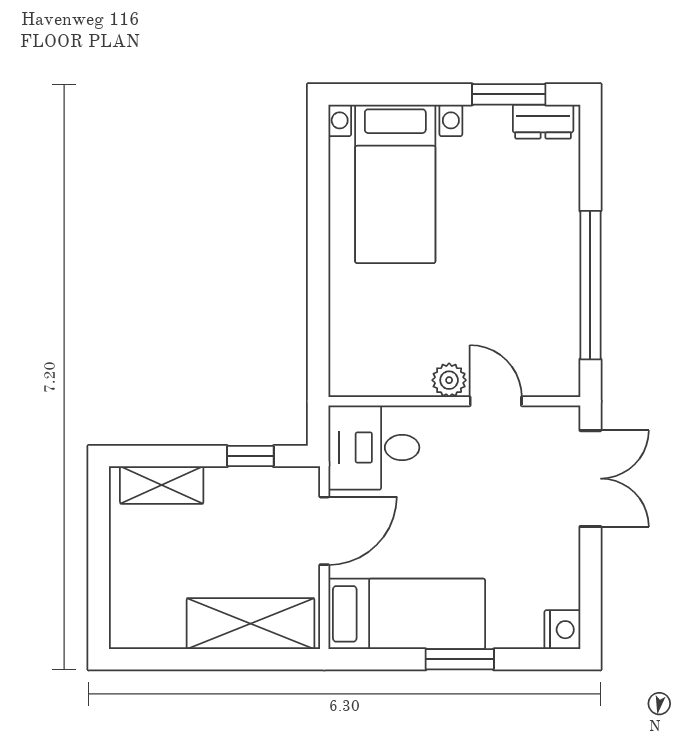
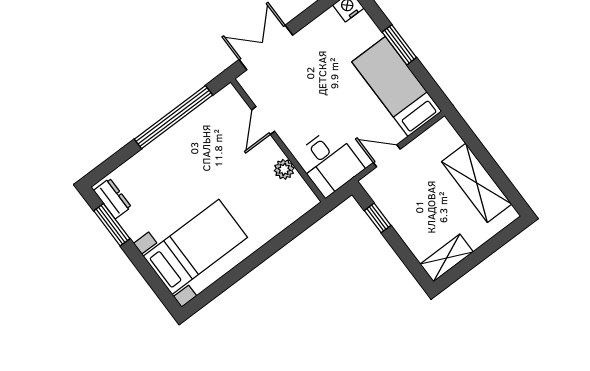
plant: (449, 380) -> (284, 169), moved
shelving: (162, 485) -> (447, 258), moved, turned 90
door: (324, 531) -> (387, 156), width x0.73
shelving: (251, 624) -> (477, 183), moved

